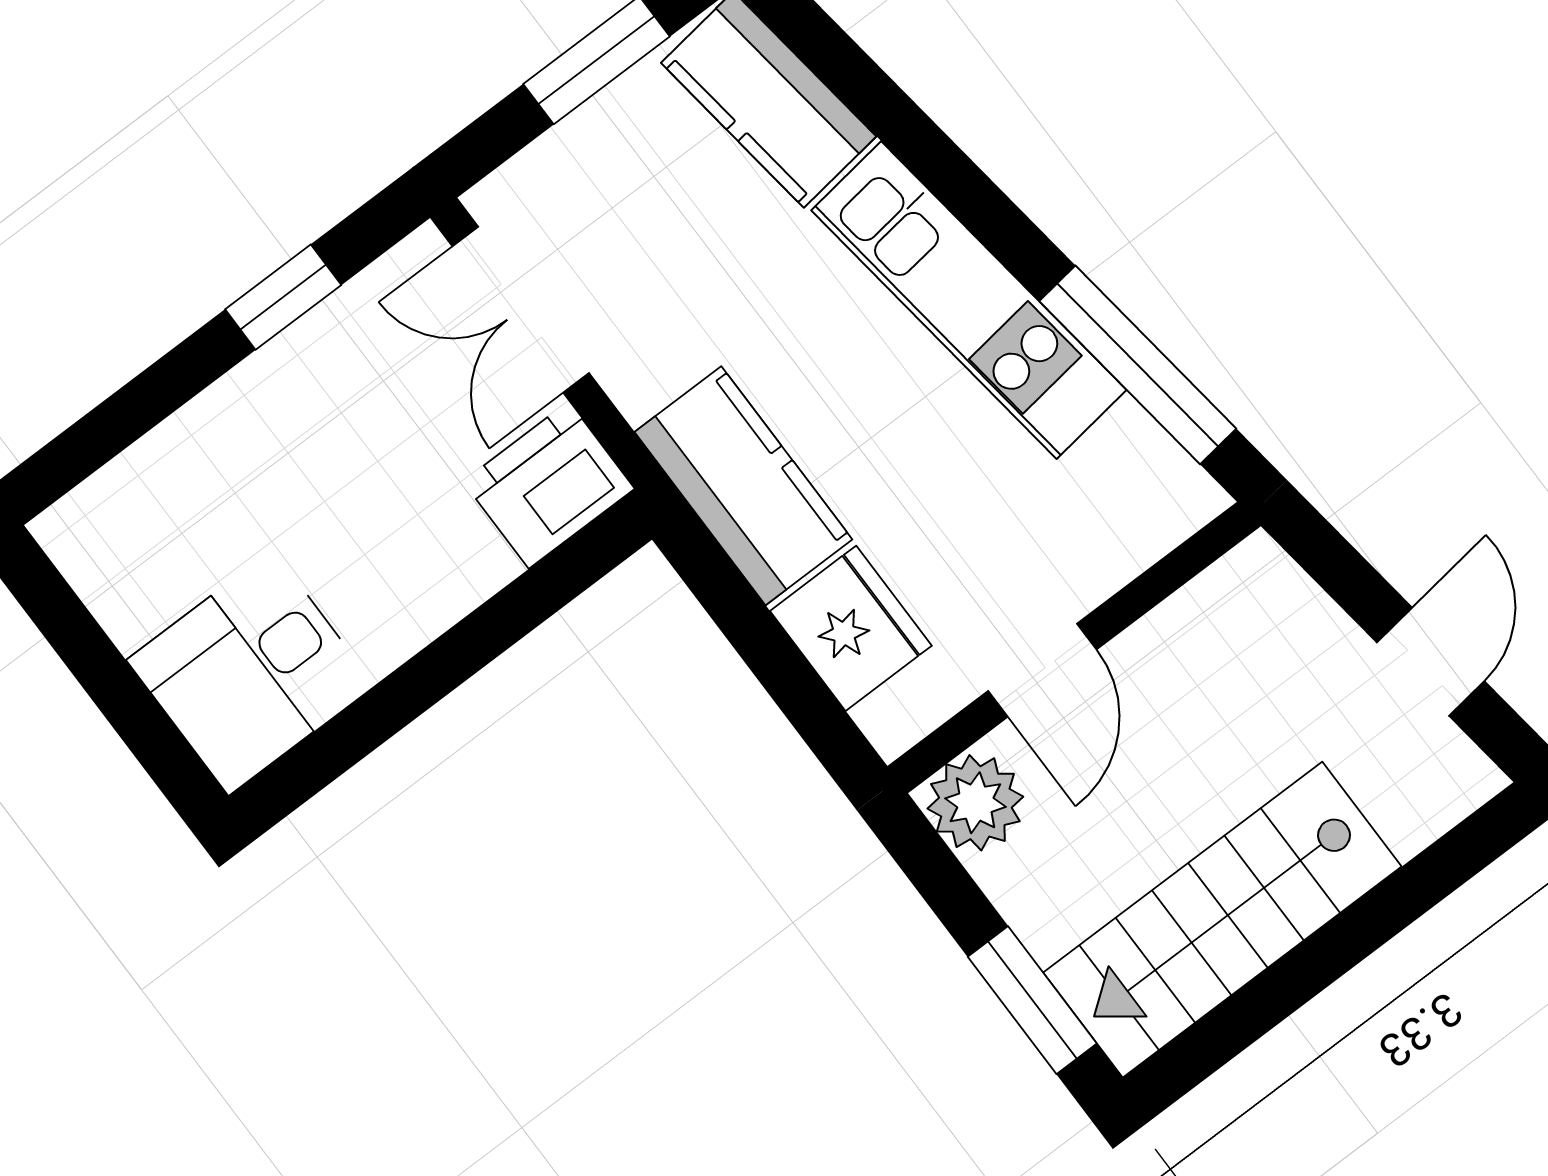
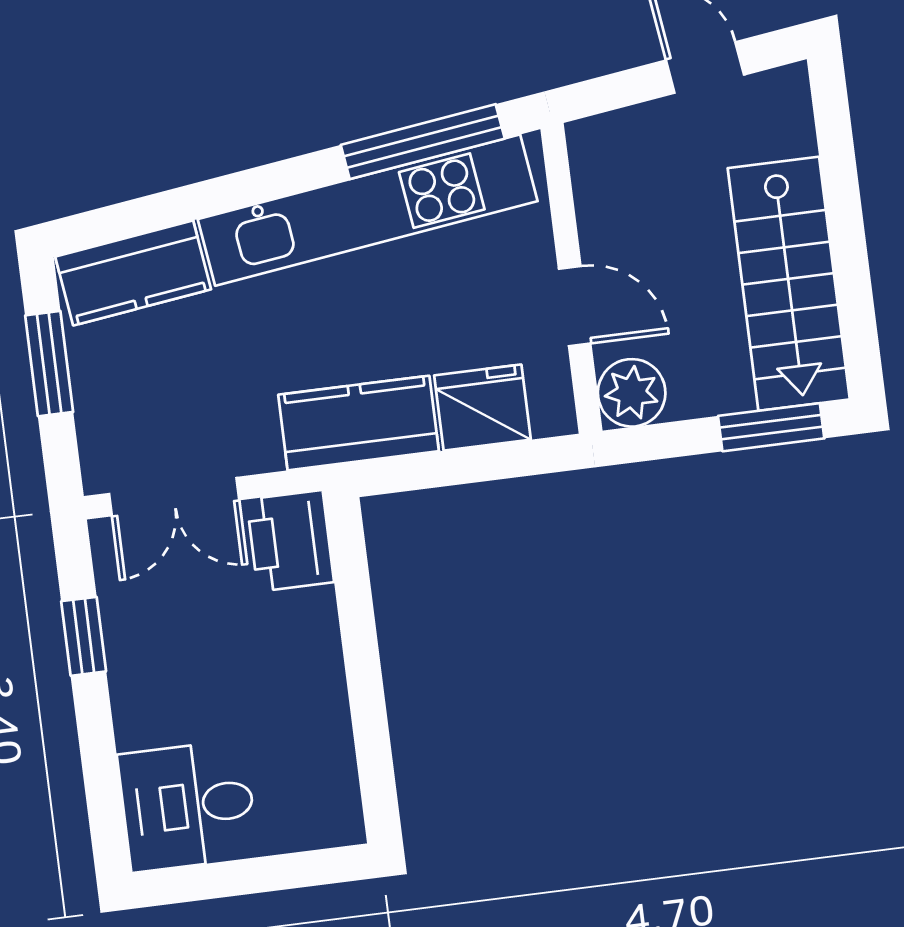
kitchen unit: (969, 300) -> (368, 210), width x1.36
desk: (251, 672) -> (188, 806), moved, turned 90

